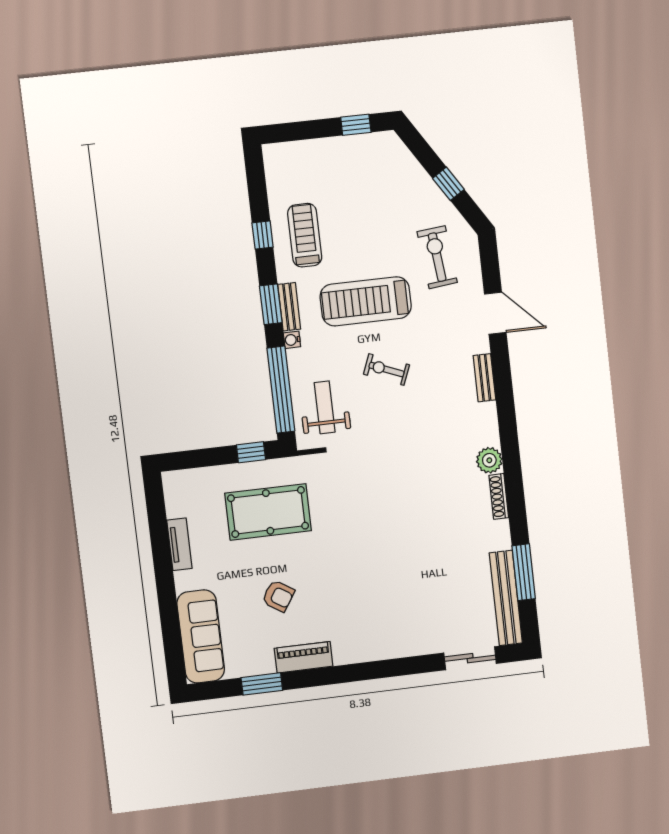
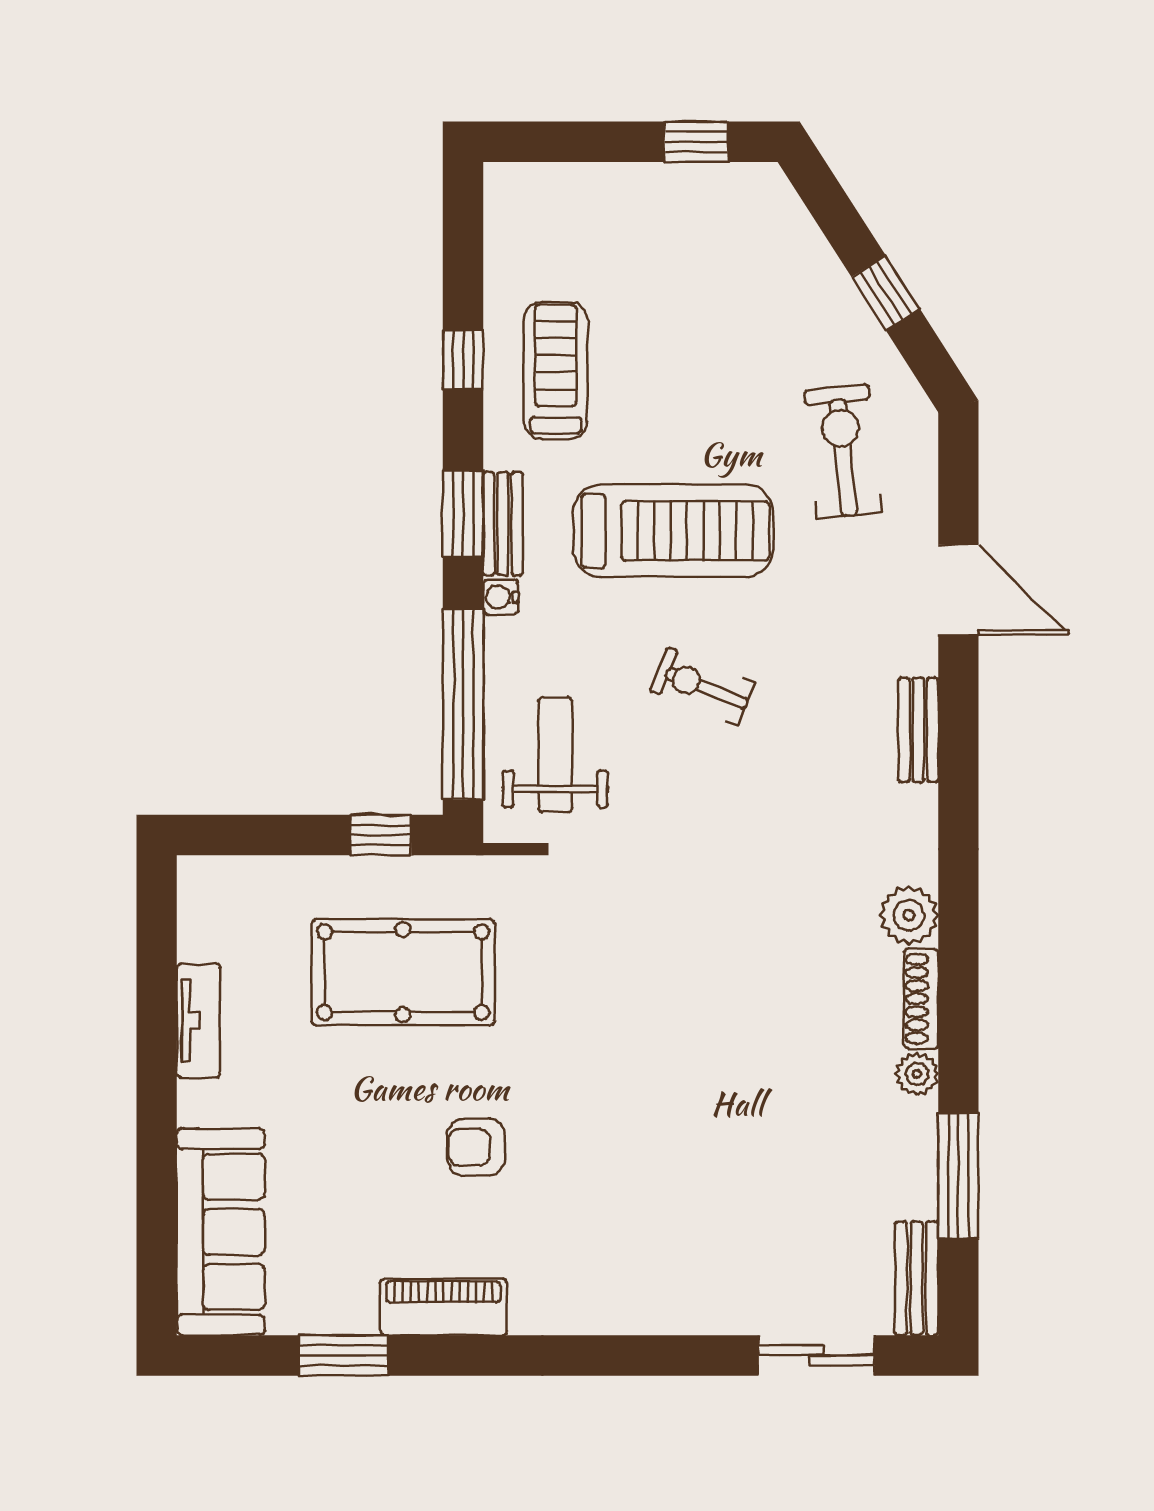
treadmill: (366, 301) -> (673, 531), turned 180
plant: (501, 530) -> (917, 1074), added
armchair: (278, 596) -> (476, 1147), moved, turned 147
bench: (506, 598) -> (917, 1278), width x0.54, depth x0.82

